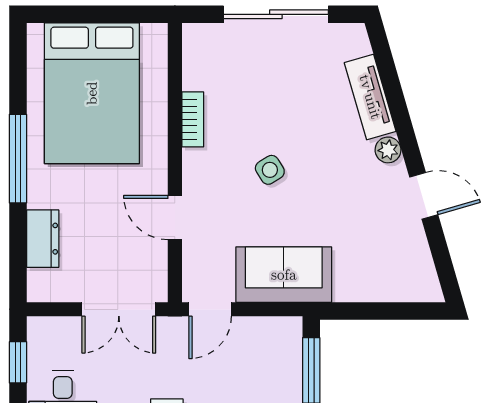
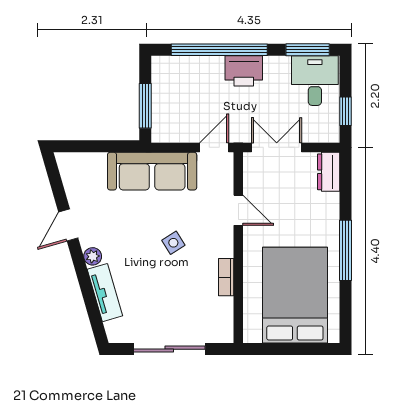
door: (424, 196) -> (68, 225), hinge flipped
dresser: (43, 239) -> (329, 172), moved
sofa: (284, 275) -> (152, 171), width x1.36

